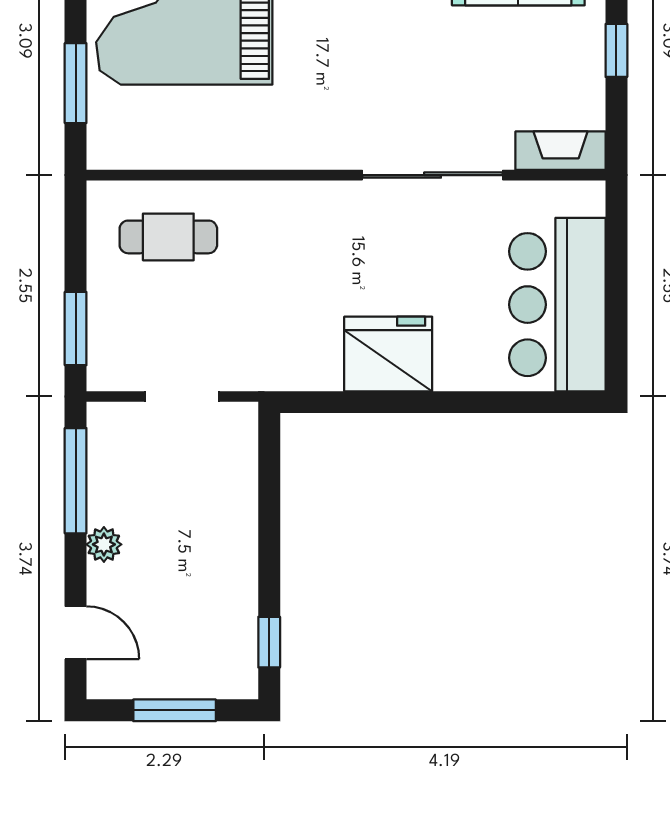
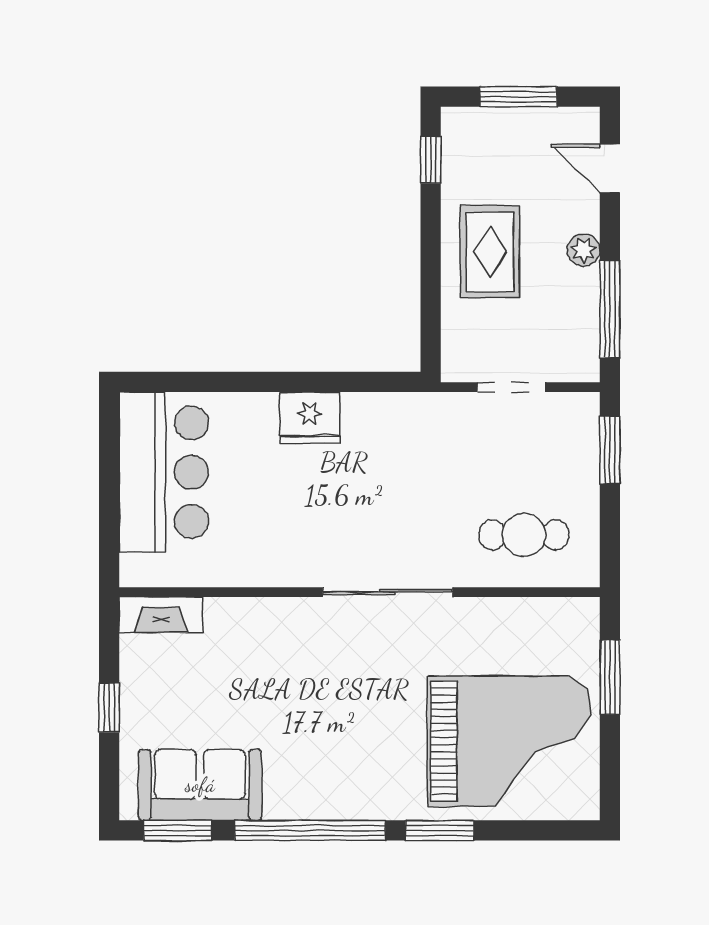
sliding door: (432, 175) -> (388, 592), moved
fridge: (388, 354) -> (310, 418), width x0.73, depth x0.75
rug: (205, 543) -> (490, 252), added

